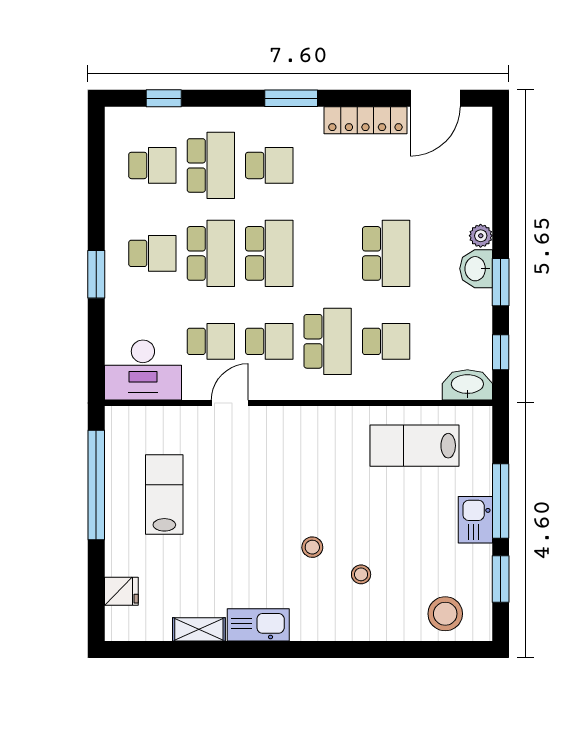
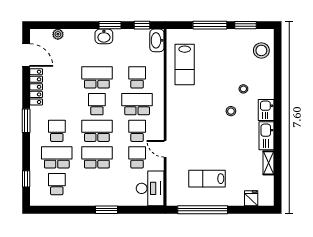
plant: (481, 236) -> (58, 34), moved
school desk: (152, 253) -> (97, 104), moved
kitchen sink: (475, 520) -> (266, 110), moved, turned 90

